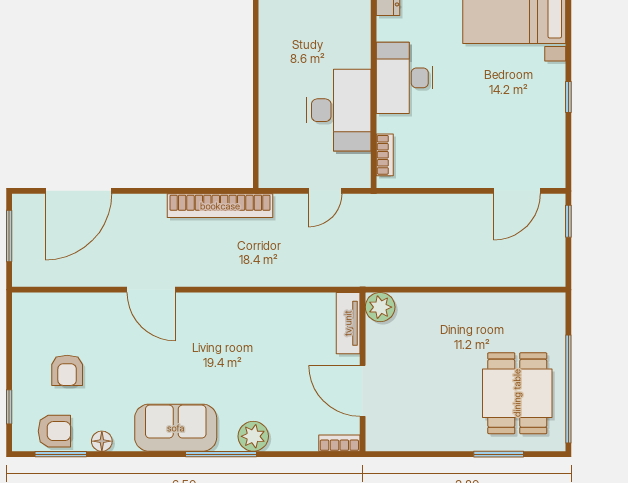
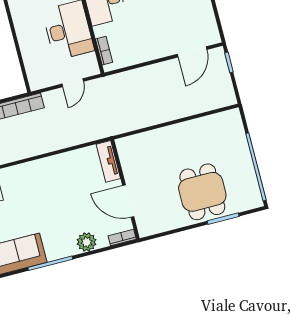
plant: (380, 307) -> (126, 146), removed
dining table: (517, 393) -> (202, 192), moved
plant: (253, 436) -> (87, 242), moved

